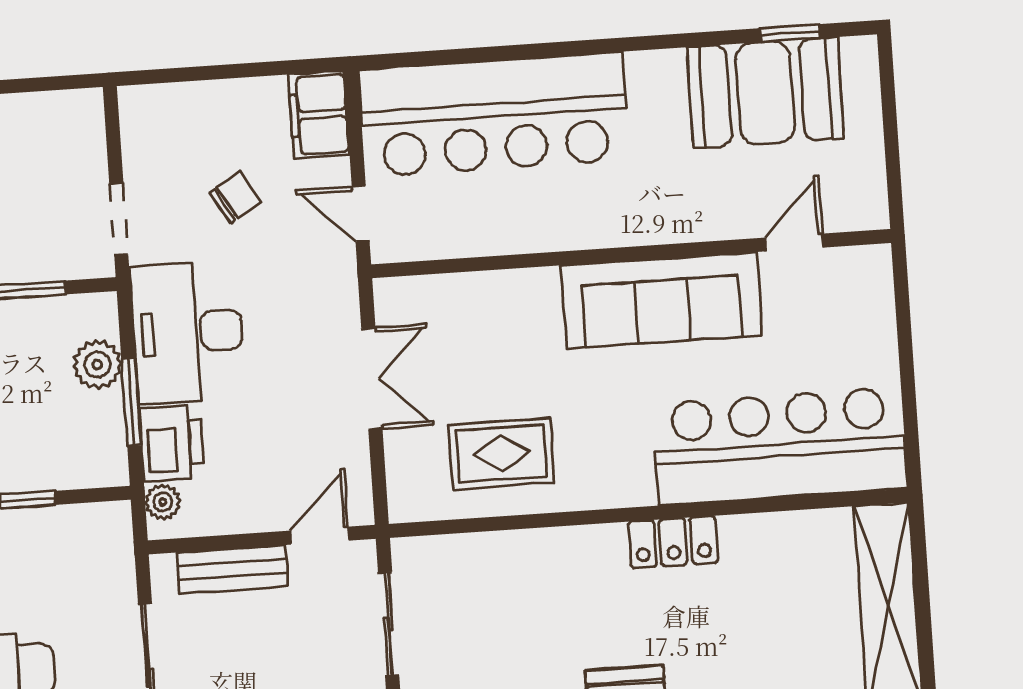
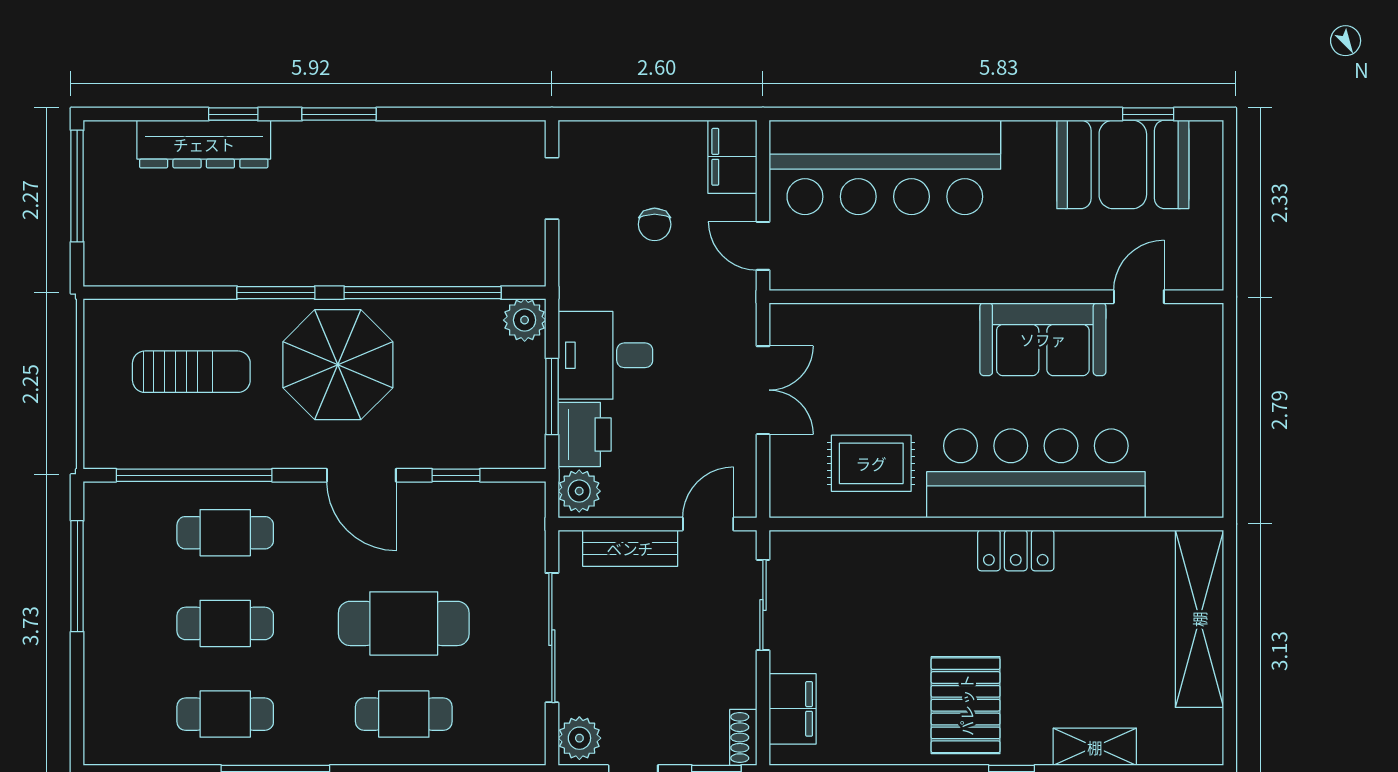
chair: (235, 198) -> (655, 224), turned 121
doorway: (119, 219) -> (552, 188), moved
sofa: (662, 300) -> (1043, 339), width x0.73
desk: (188, 332) -> (605, 355), width x0.73
plant: (97, 365) -> (525, 320), moved
bar counter: (780, 446) -> (1036, 473), moved
plant: (163, 502) -> (579, 491), width x1.38, depth x1.38

